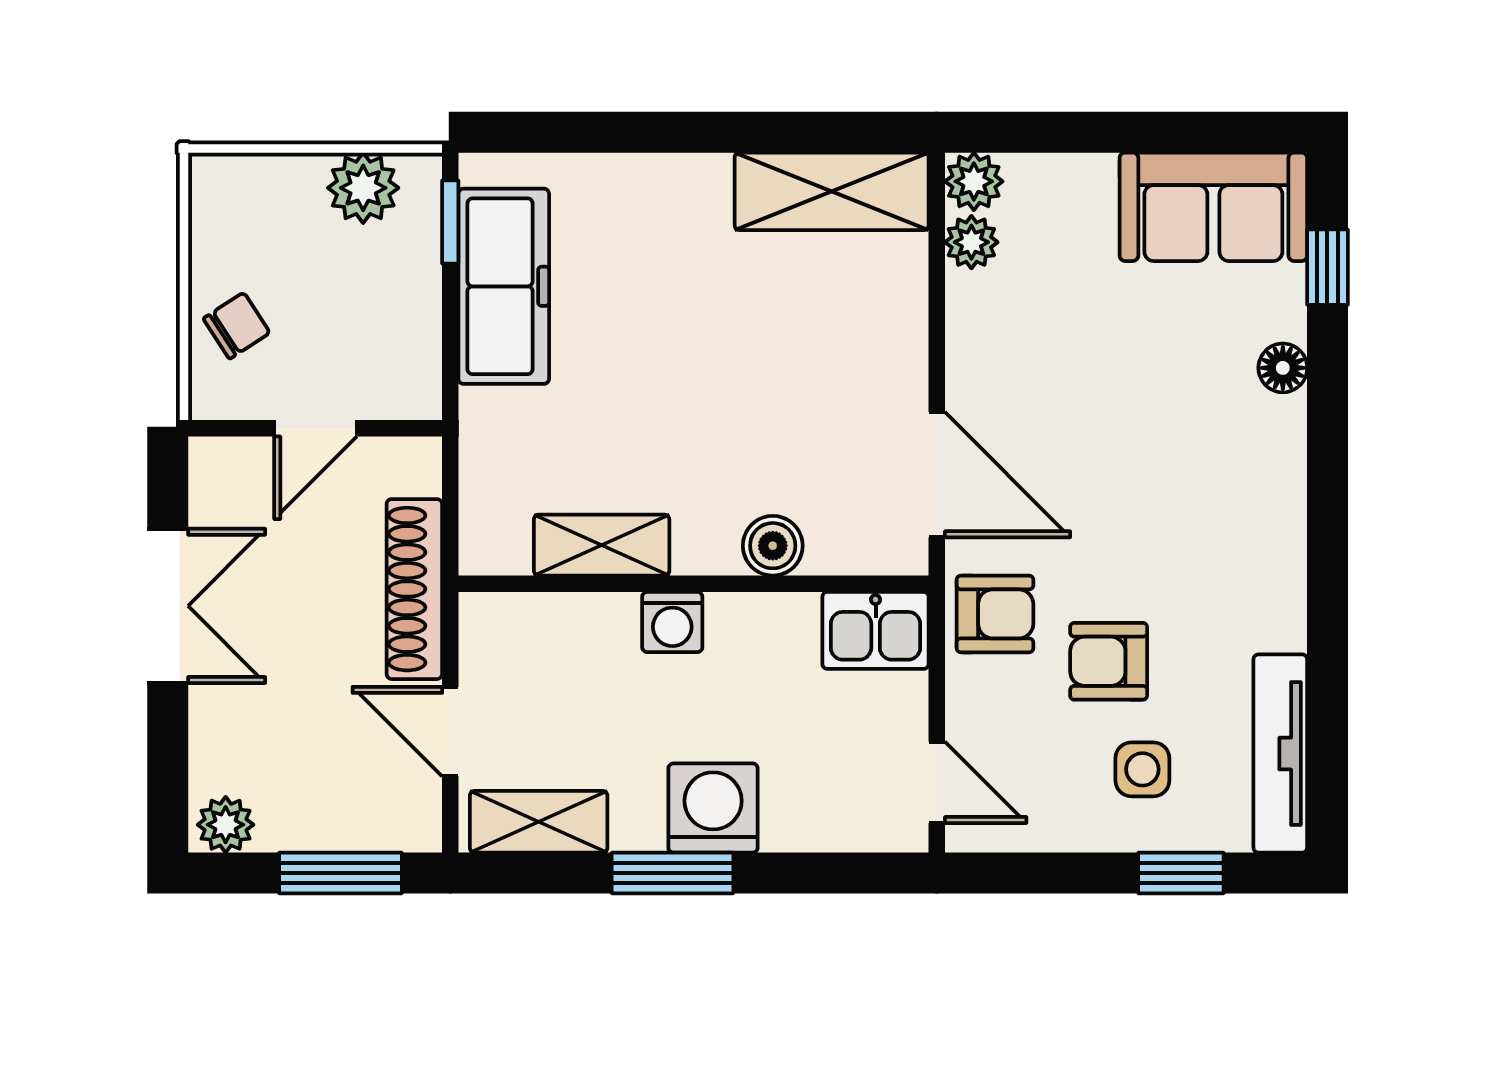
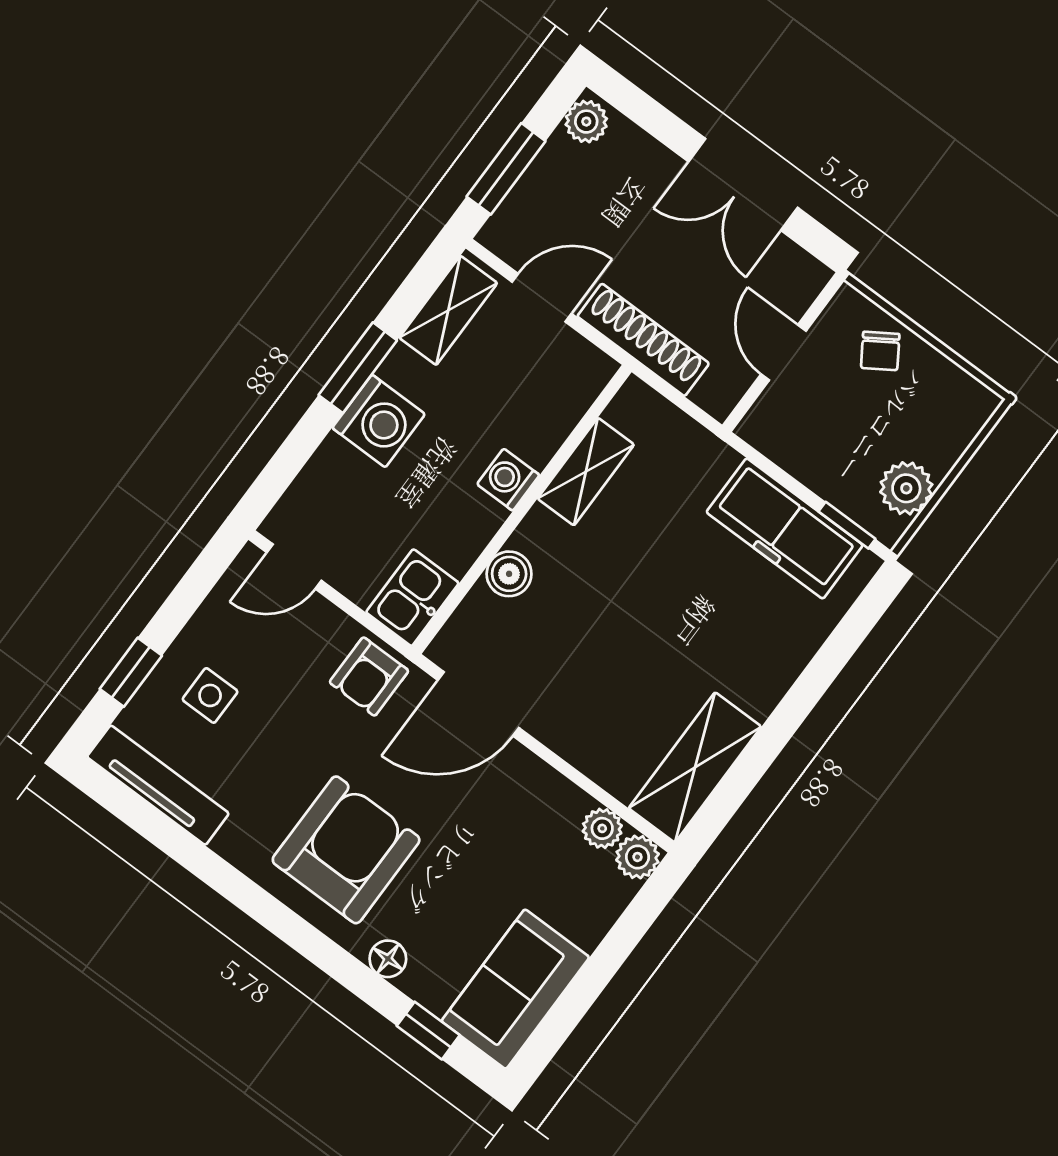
armchair: (1109, 661) -> (346, 850), moved, width x1.88, depth x1.88

